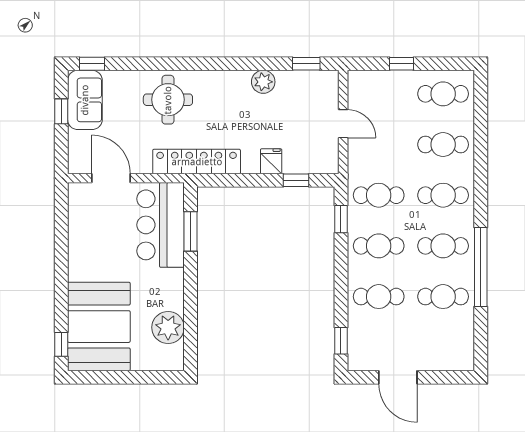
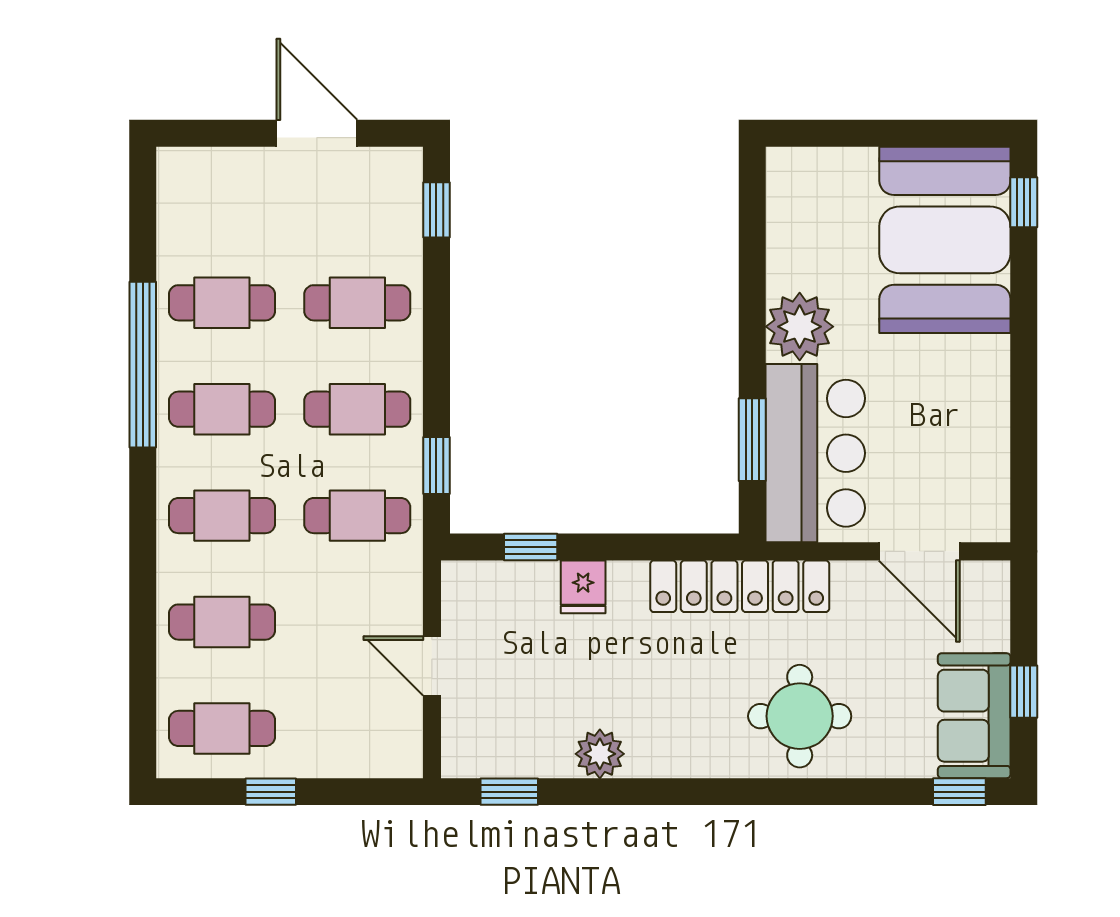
window: (401, 64) -> (271, 792), moved
plant: (168, 327) -> (800, 327), moved

